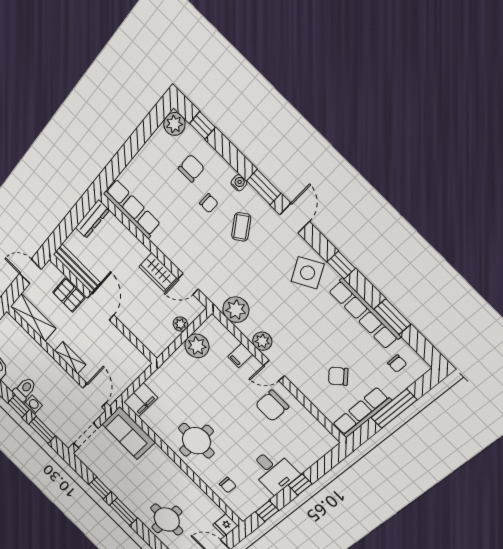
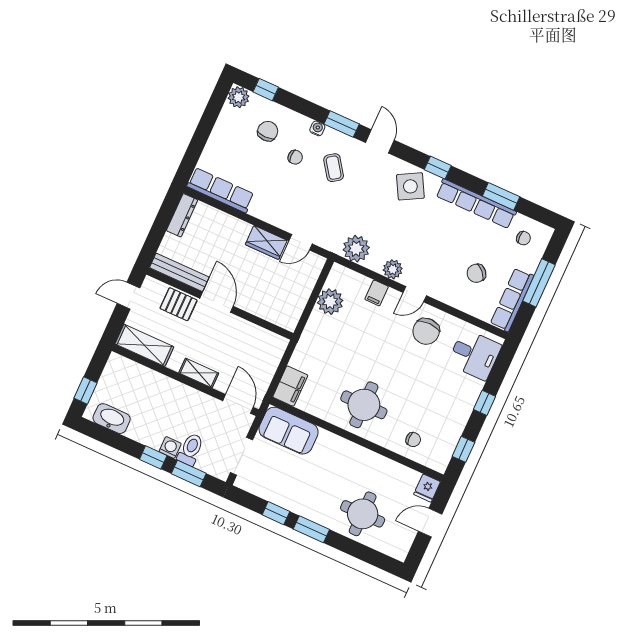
plant: (180, 324) -> (306, 286), removed
toilet: (25, 389) -> (191, 449), moved
desk: (274, 471) -> (474, 354), moved

